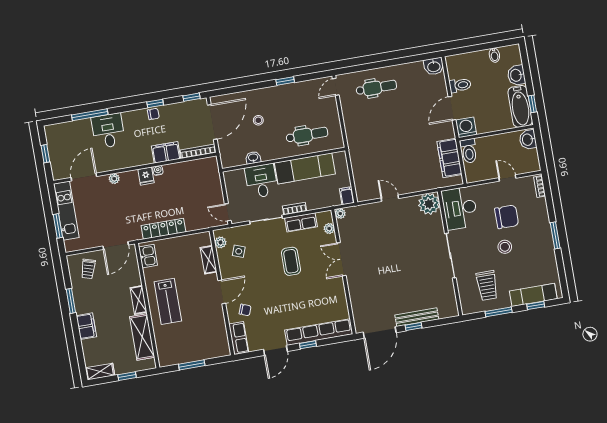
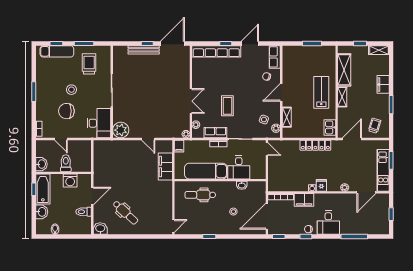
dental chair: (376, 88) -> (125, 213), moved, turned -137
washing machine: (466, 127) -> (70, 181), moved
desk: (108, 131) -> (328, 223), moved
toilet: (469, 151) -> (66, 163), moved
filing cabinet: (449, 158) -> (165, 167), moved, turned 180

